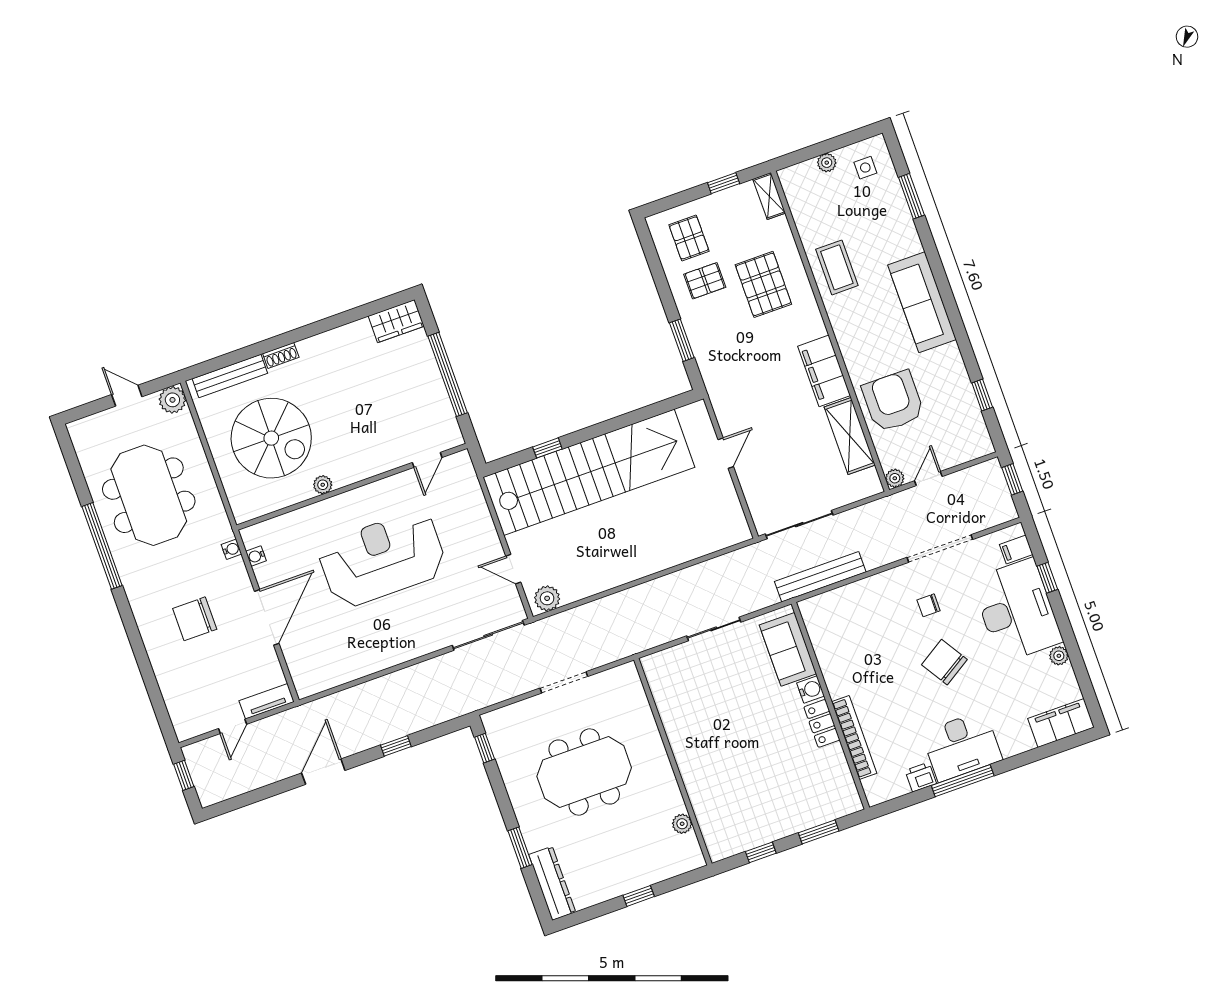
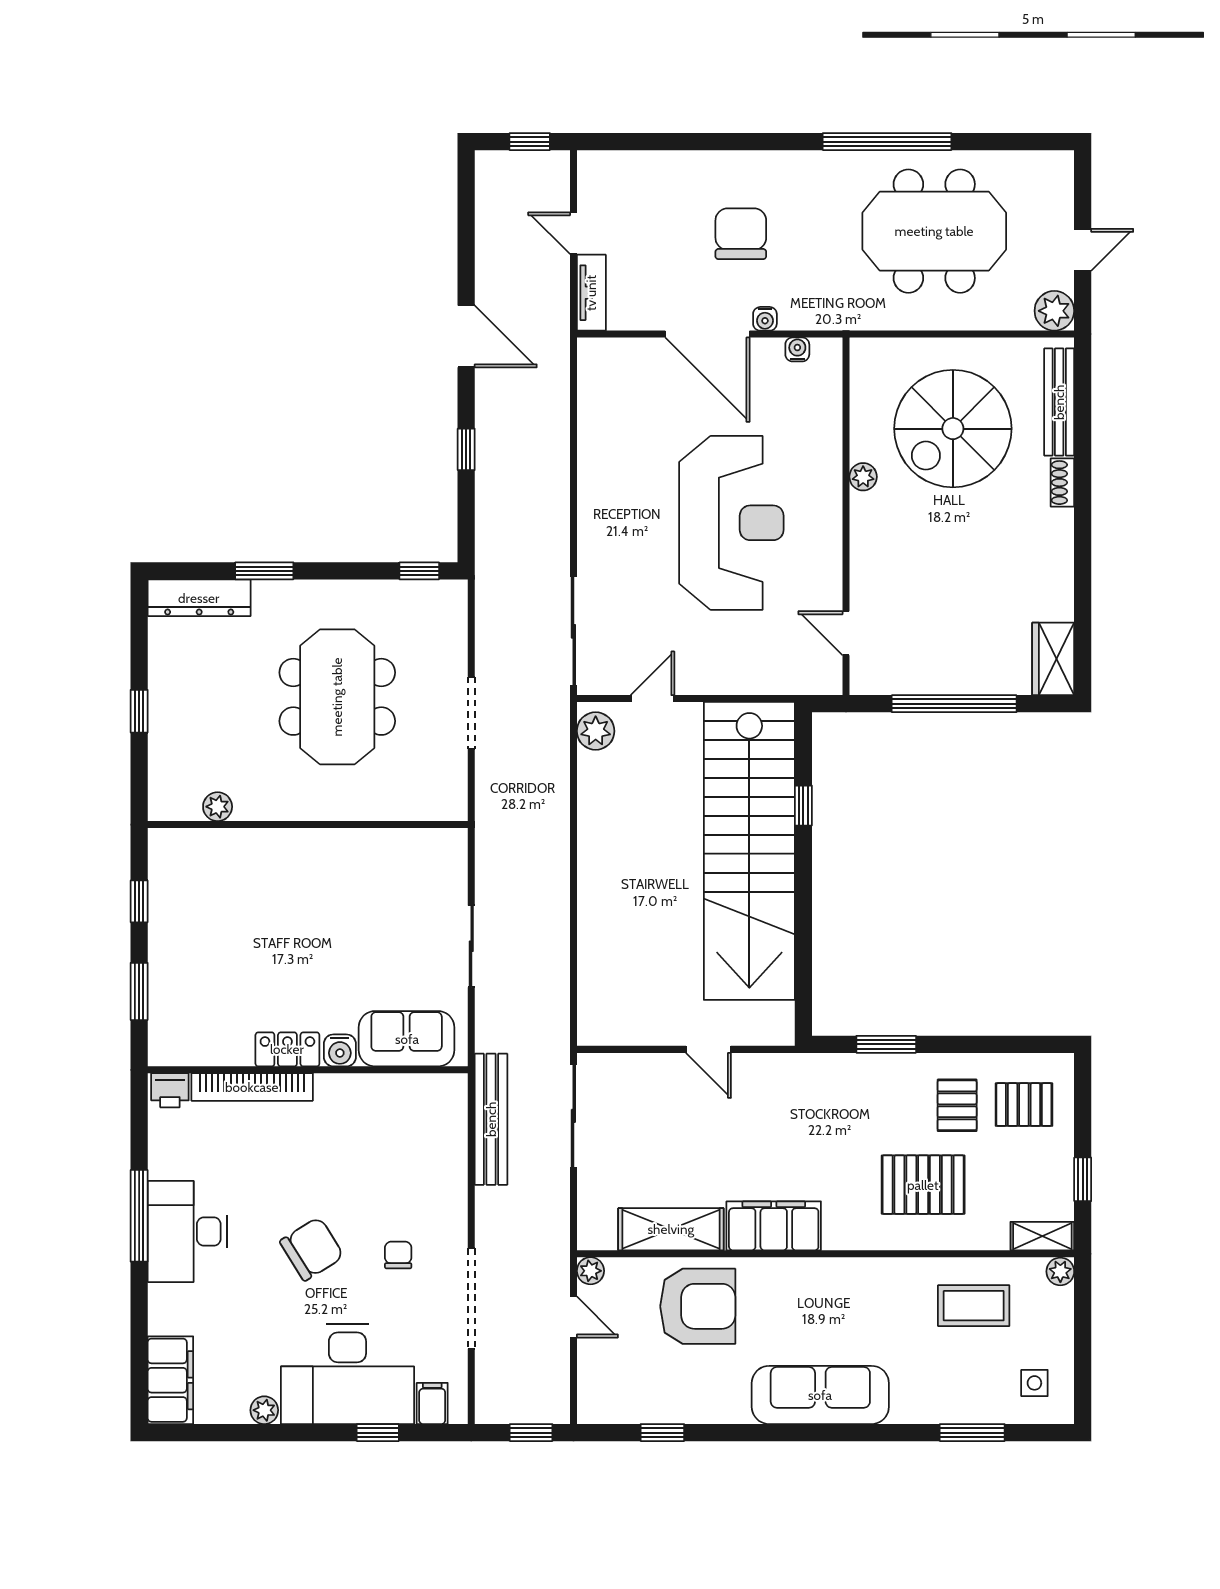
plant: (827, 163) -> (1060, 1271), moved
coffee table: (837, 267) -> (974, 1306), moved
water cooler: (231, 549) -> (765, 319), moved
printer: (921, 777) -> (170, 1090), moved, turned 90

